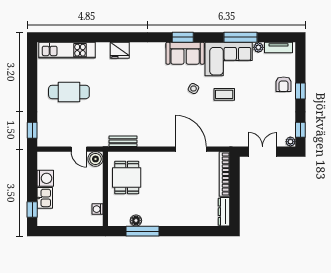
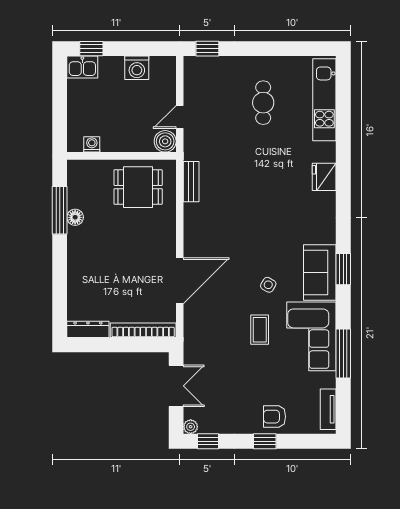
plant: (258, 47) -> (328, 380), removed
cafe table: (69, 92) -> (263, 103), width x0.73, depth x0.74
kitchen sink: (45, 198) -> (82, 67), moved
floor lamp: (136, 220) -> (75, 217), moved

